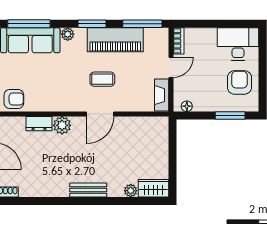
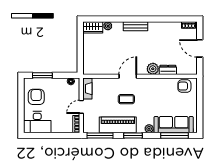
armchair: (239, 82) -> (36, 97), turned 180

